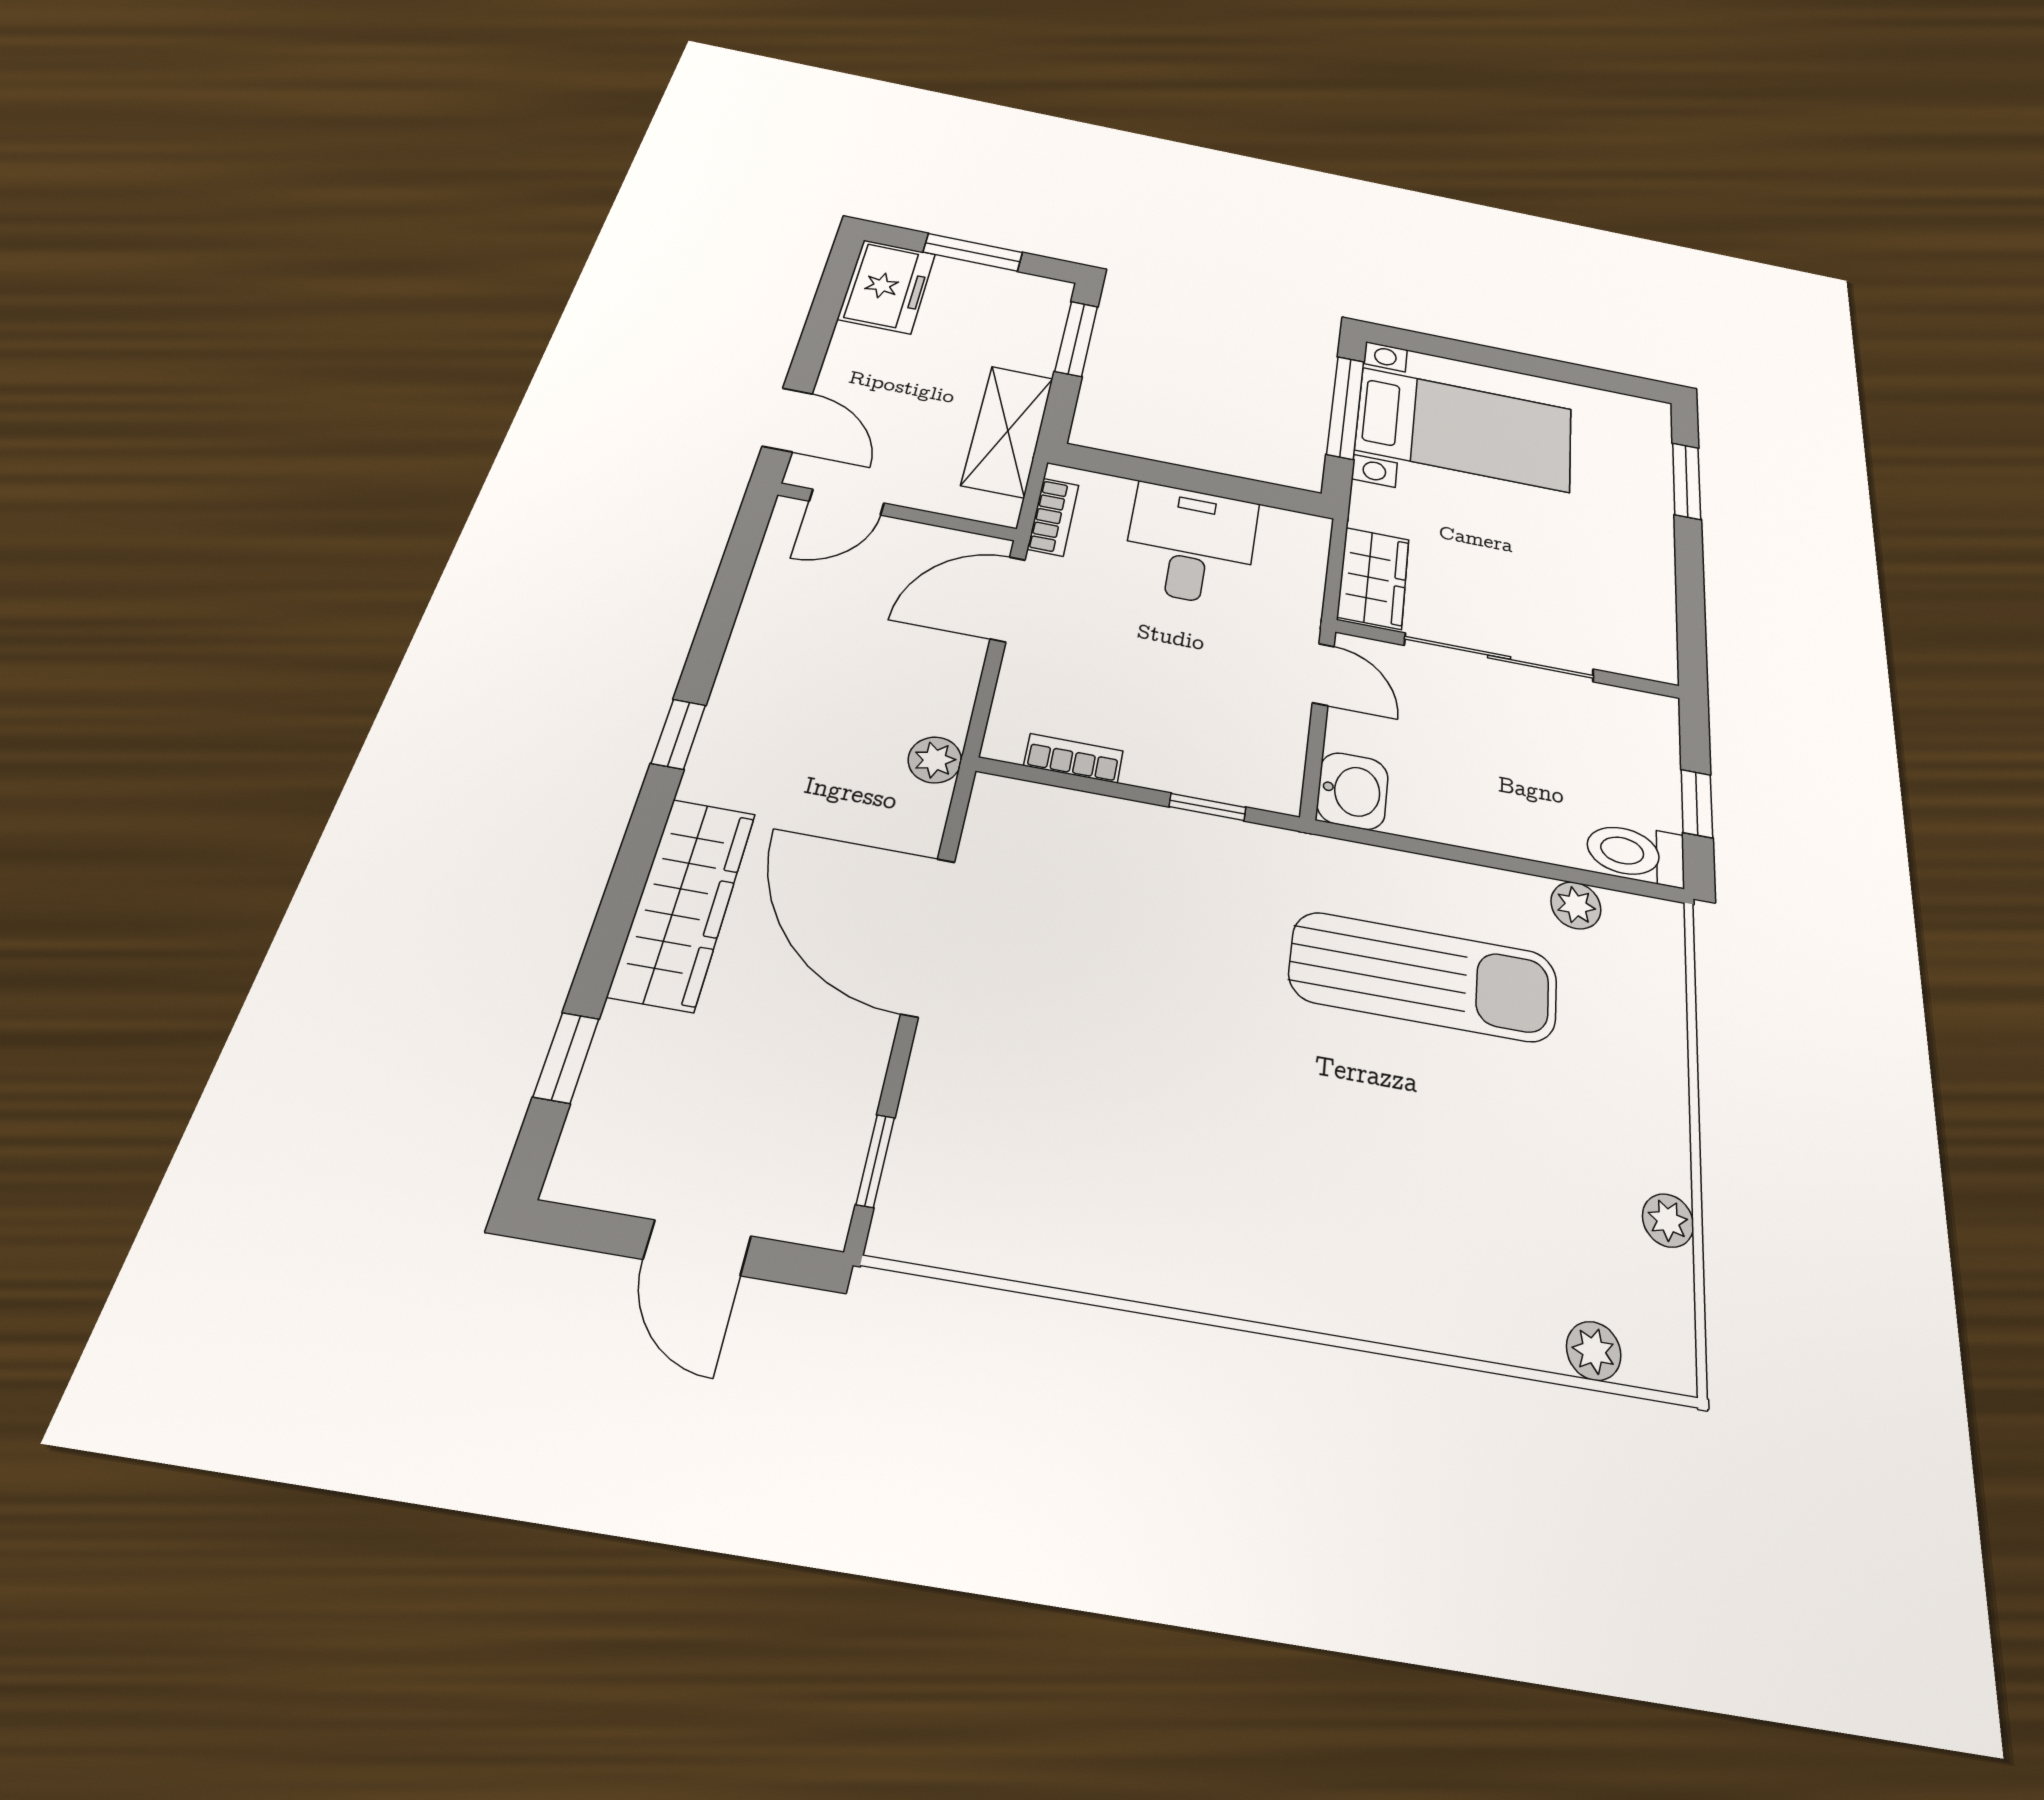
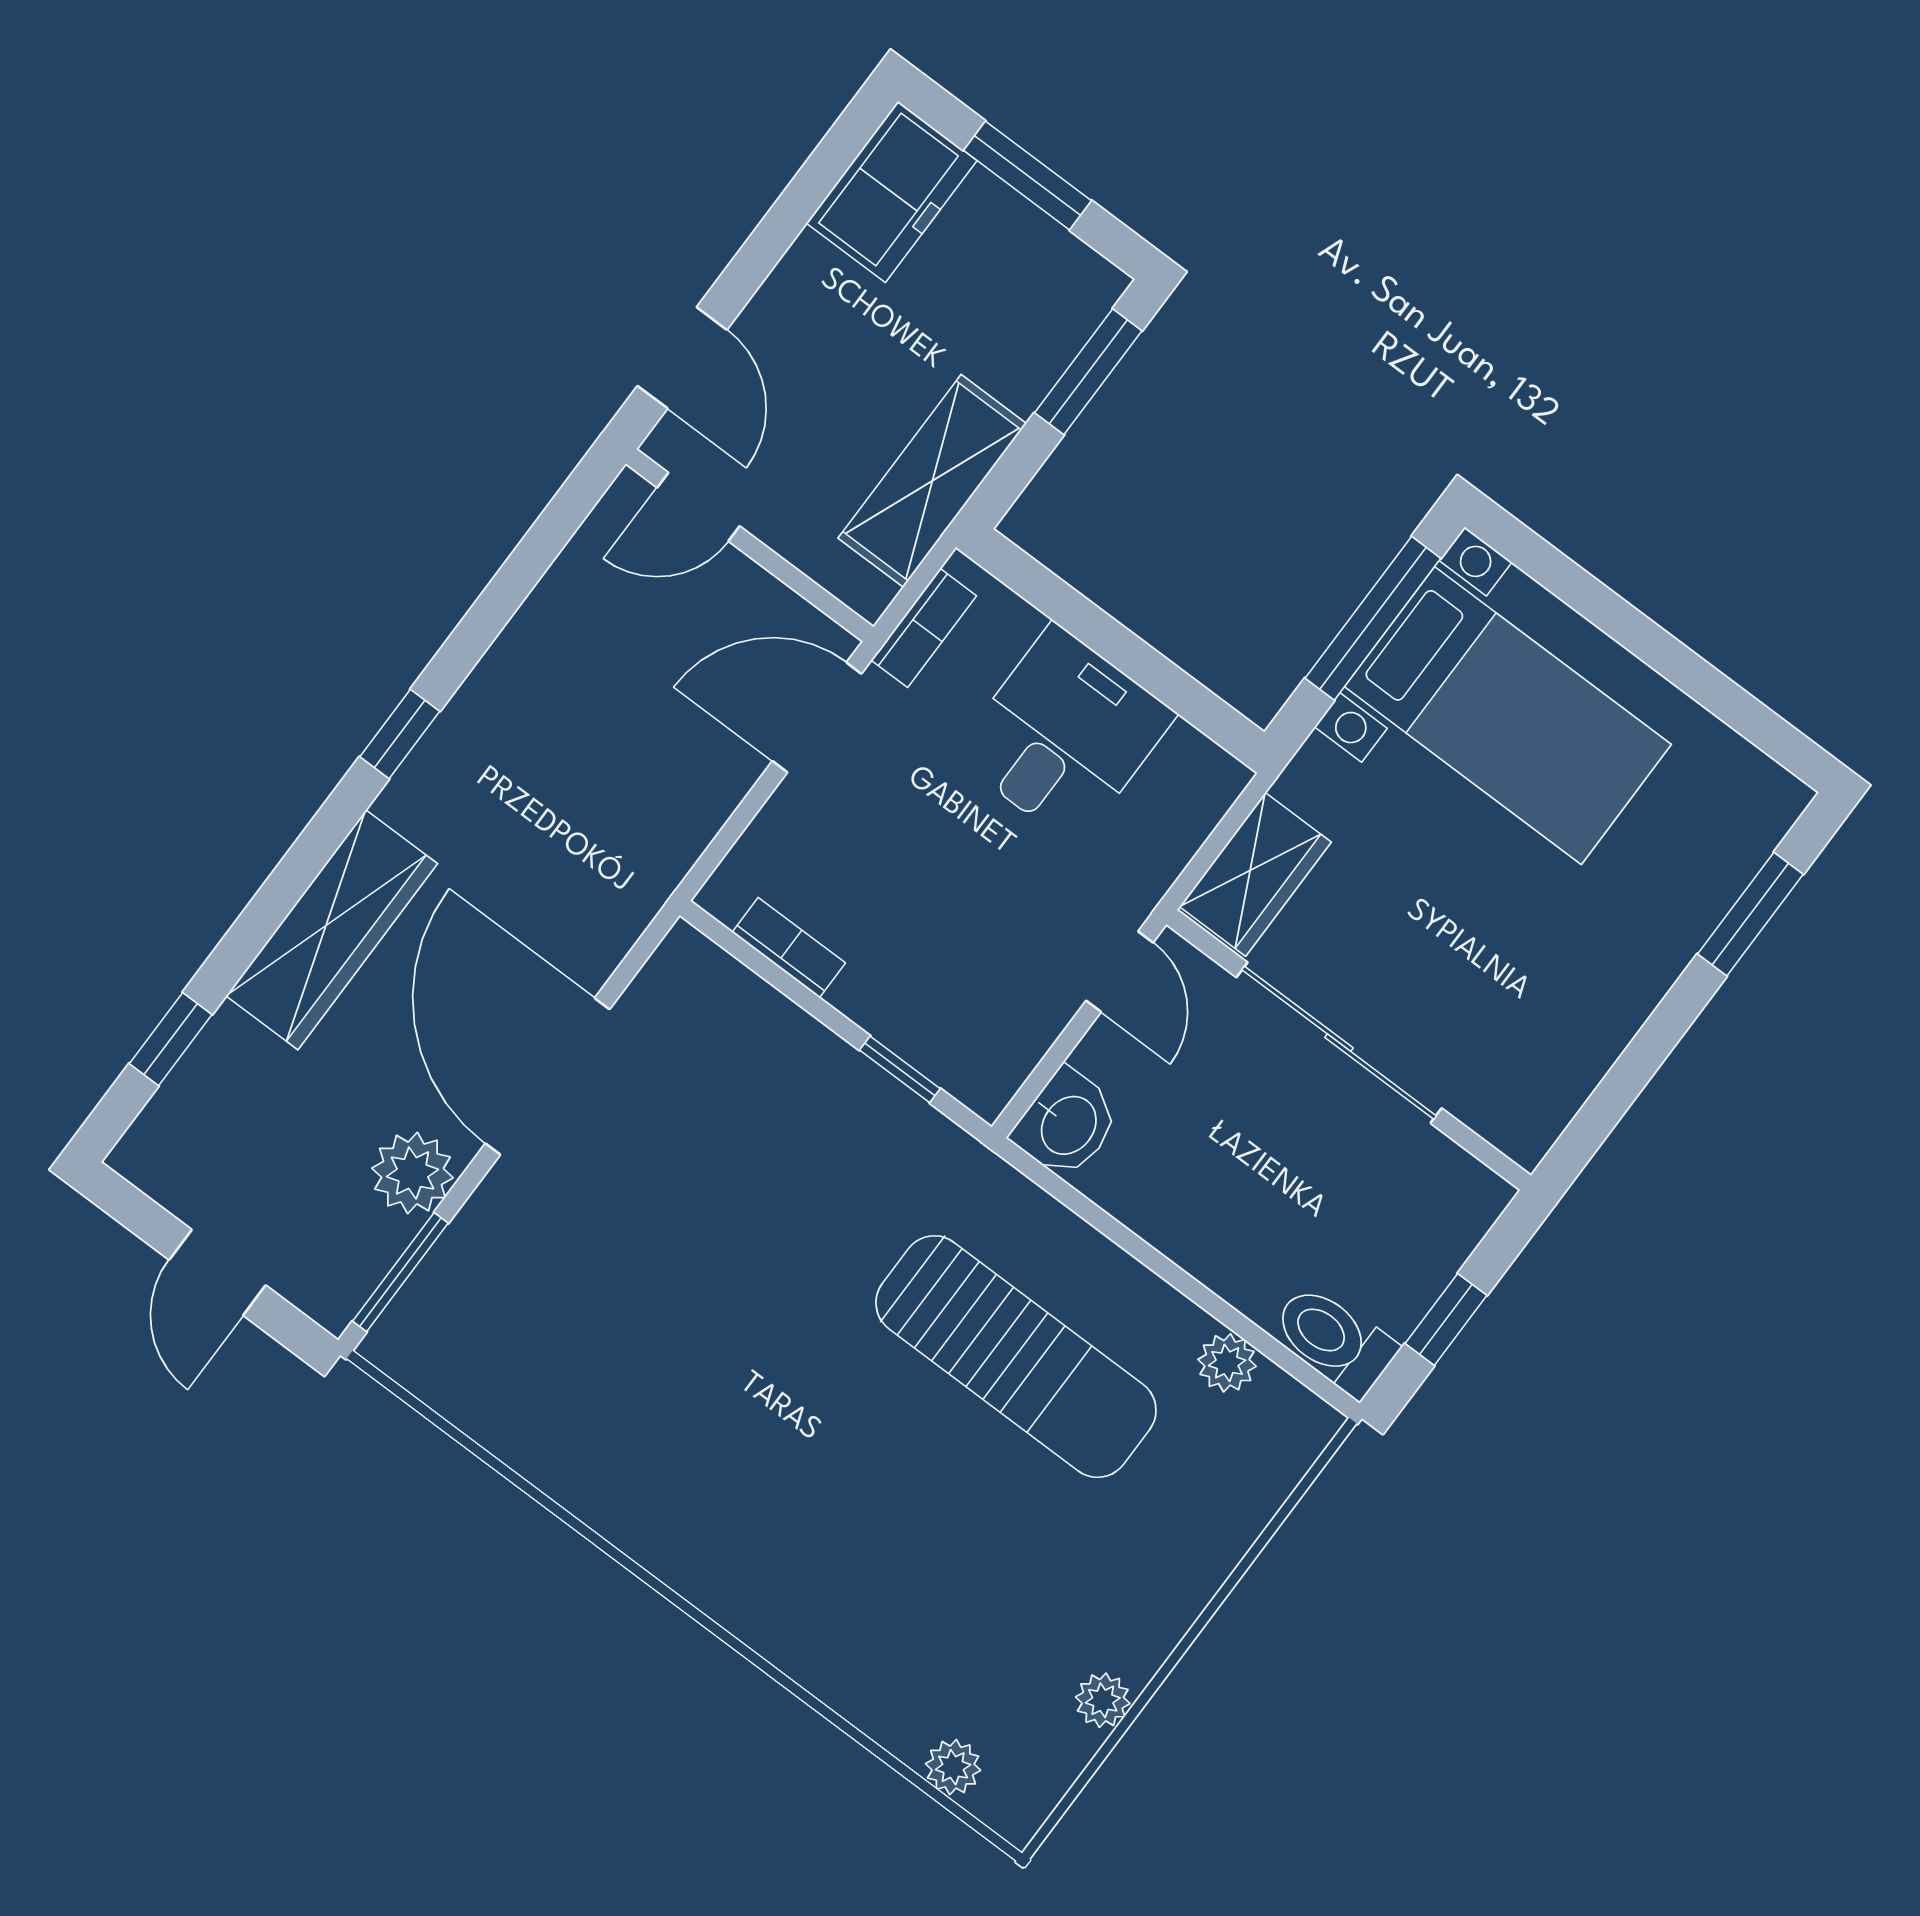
plant: (935, 760) -> (413, 1173), moved, width x1.38, depth x1.38
window: (875, 1161) -> (400, 1272), width x1.50

